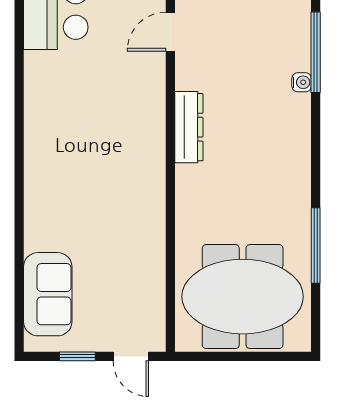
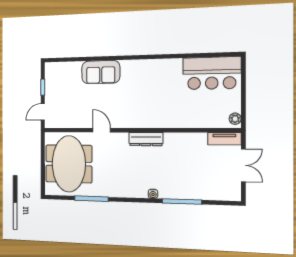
door: (170, 32) -> (102, 130), moved
water cooler: (302, 82) -> (153, 194), moved
sofa: (48, 294) -> (101, 72), moved

